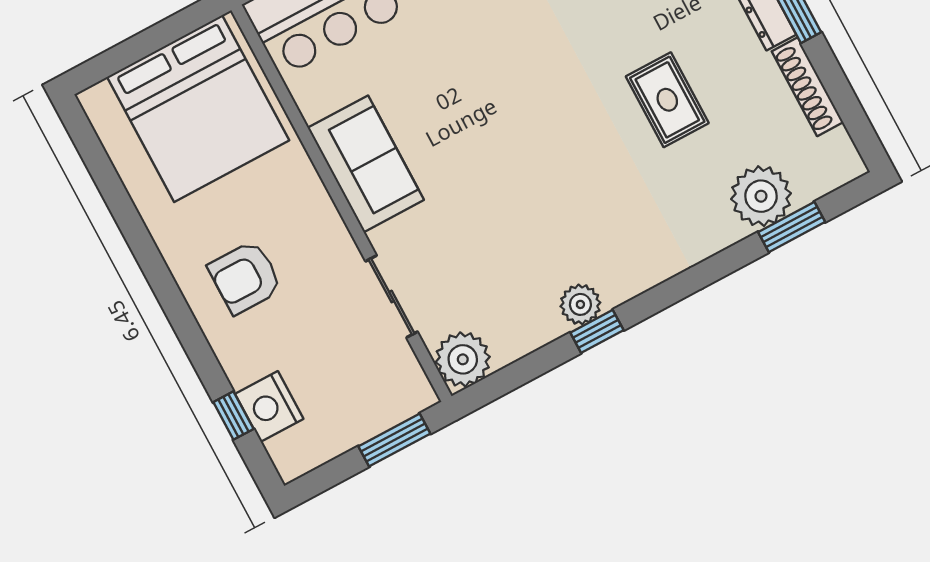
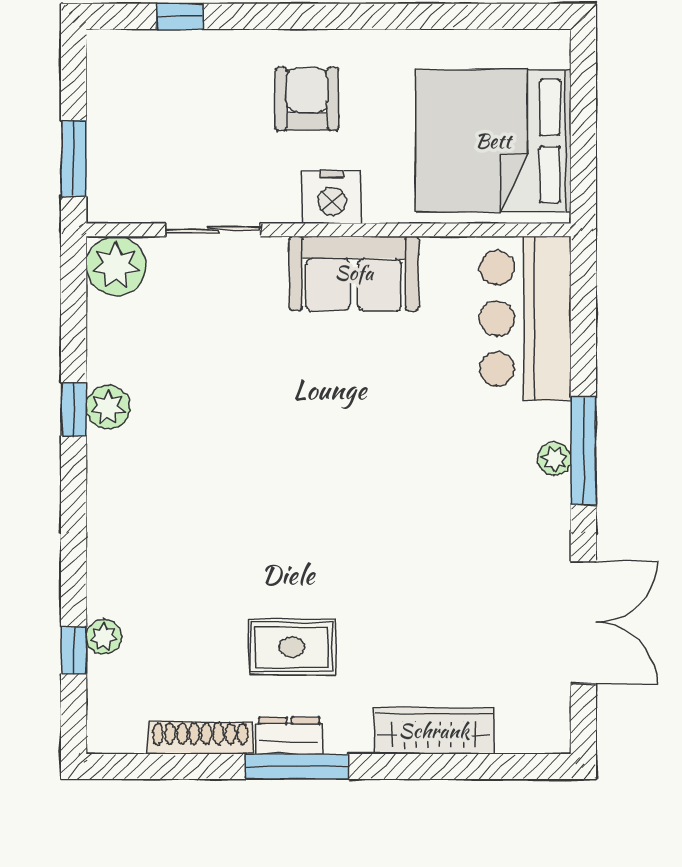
rug: (667, 100) -> (292, 647), moved
plant: (761, 196) -> (104, 637), width x0.53, depth x0.53
window: (792, 227) -> (74, 650), width x0.67
nightstand: (269, 406) -> (332, 197), moved, turned 180

